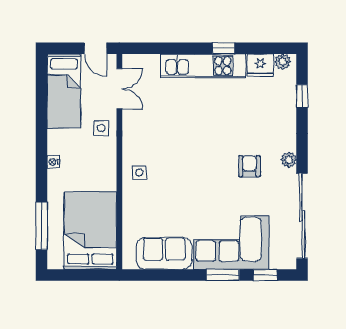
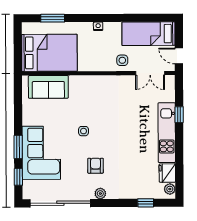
door: (95, 48) -> (179, 56), hinge flipped
window: (224, 48) -> (179, 115), moved
armchair: (249, 166) -> (96, 166), turned -90
side table: (139, 173) -> (84, 131), moved
window: (42, 226) -> (53, 18), width x0.69
sofa: (164, 253) -> (48, 87), moved, turned 90

